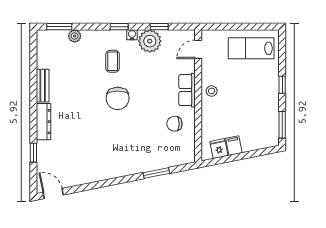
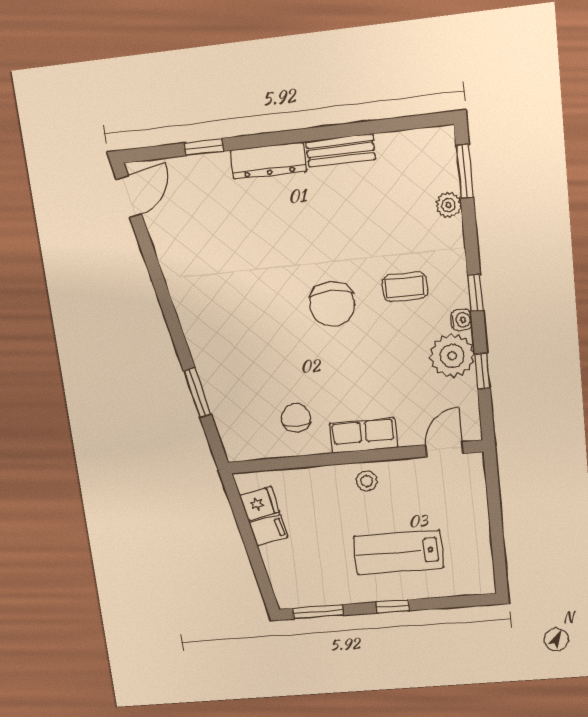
lab bench: (251, 48) -> (398, 552), moved, turned -90
door: (198, 49) -> (444, 449), hinge flipped
chair: (118, 98) -> (332, 304), turned -90

